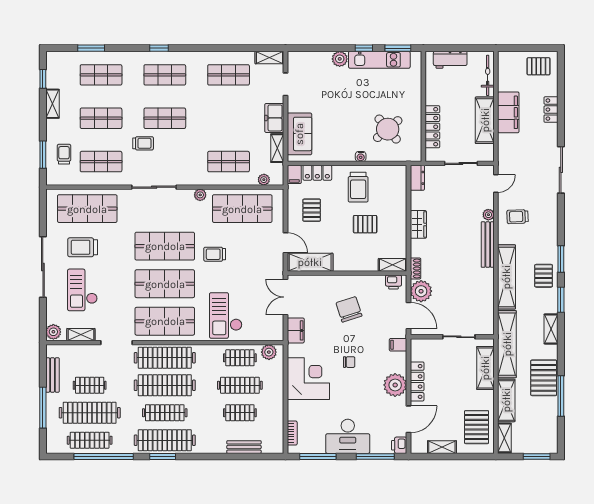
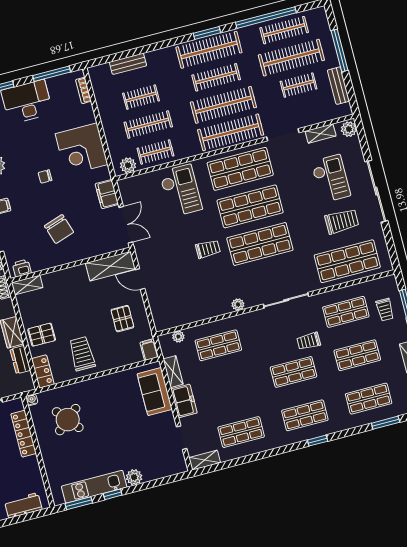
water cooler: (361, 156) -> (32, 400), moved
locker: (317, 173) -> (43, 372), moved, turned 90
dresser: (417, 178) -> (20, 360), moved
shop shelf: (242, 209) -> (192, 302), removed
pallet: (365, 224) -> (42, 335), moved

